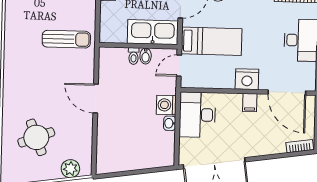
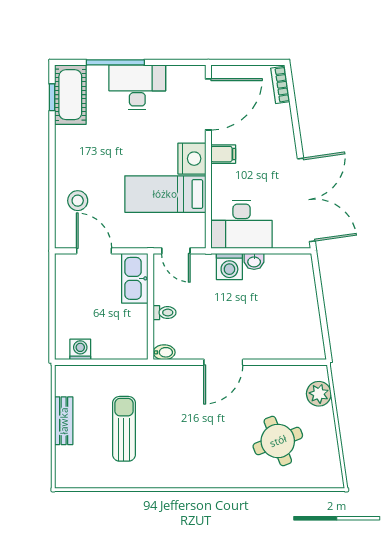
kitchen sink: (153, 32) -> (135, 278), width x0.73, depth x0.81
sun lounger: (66, 39) -> (124, 429), moved
bed: (212, 41) -> (165, 194), moved, turned -90
bidet: (146, 56) -> (164, 352), moved

